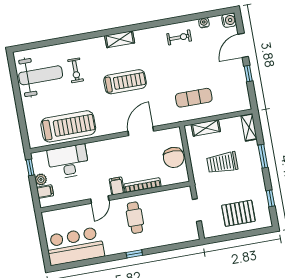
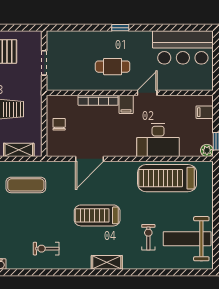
exercise bike: (179, 37) -> (46, 249), moved
shelving: (120, 39) -> (107, 262), moved
chair: (174, 157) -> (59, 124), width x0.54, depth x0.54
desk: (68, 162) -> (158, 140), moved
plant: (41, 179) -> (207, 150), moved
cafe table: (135, 218) -> (113, 67), turned 90

